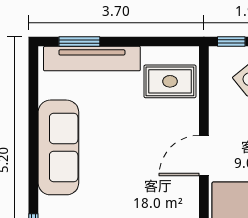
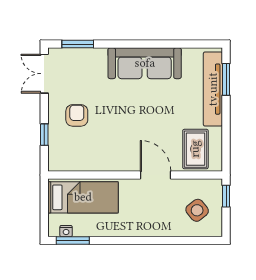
door: (204, 156) -> (156, 175), moved

